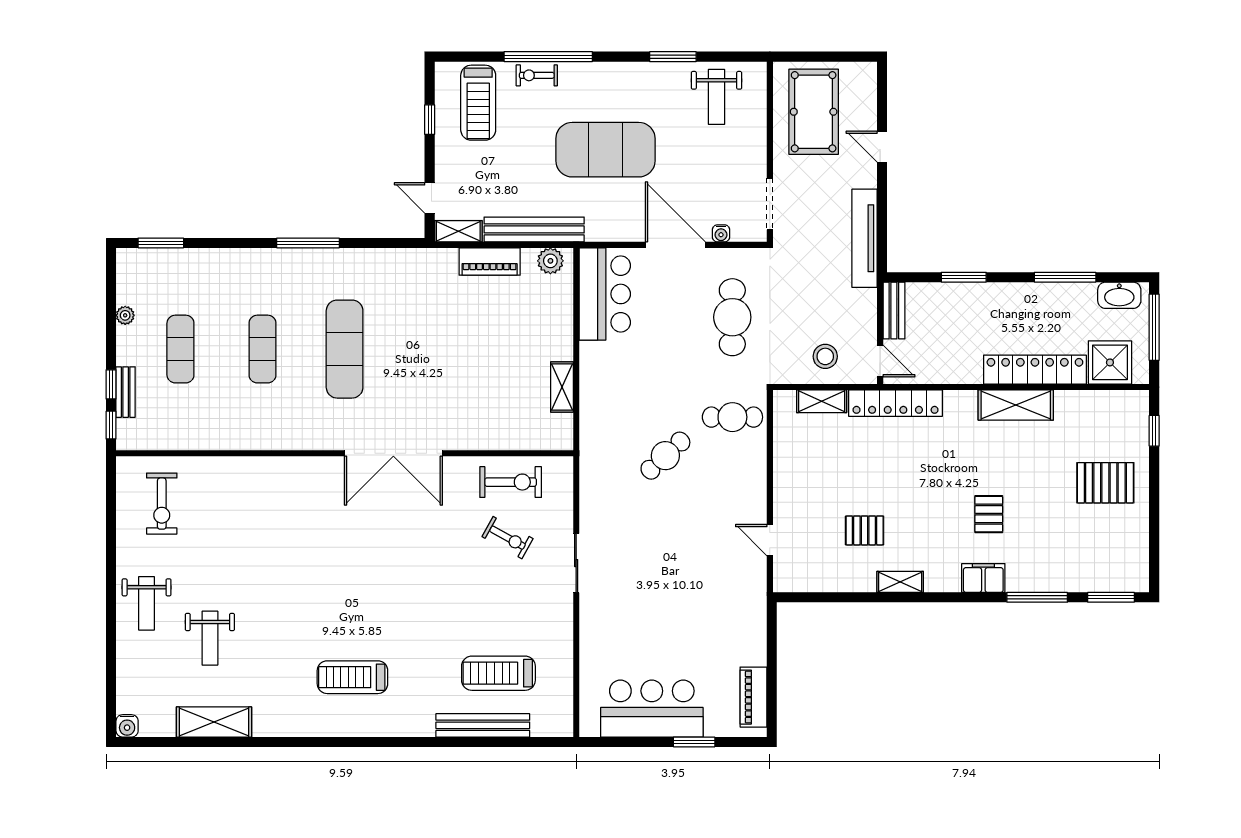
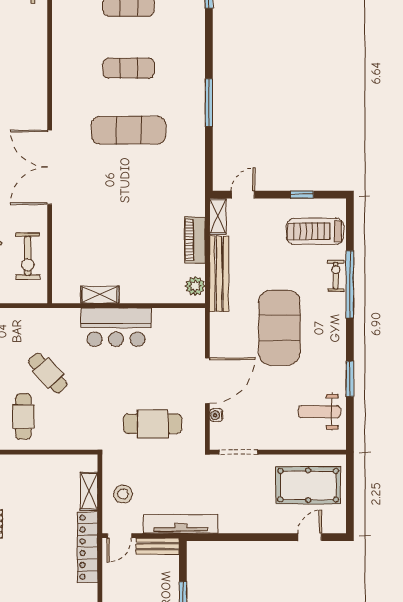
door: (882, 147) -> (310, 537), moved
tv unit: (865, 238) -> (181, 524), moved
bar counter: (605, 294) -> (116, 327), moved
cafe table: (732, 417) -> (23, 416), moved

